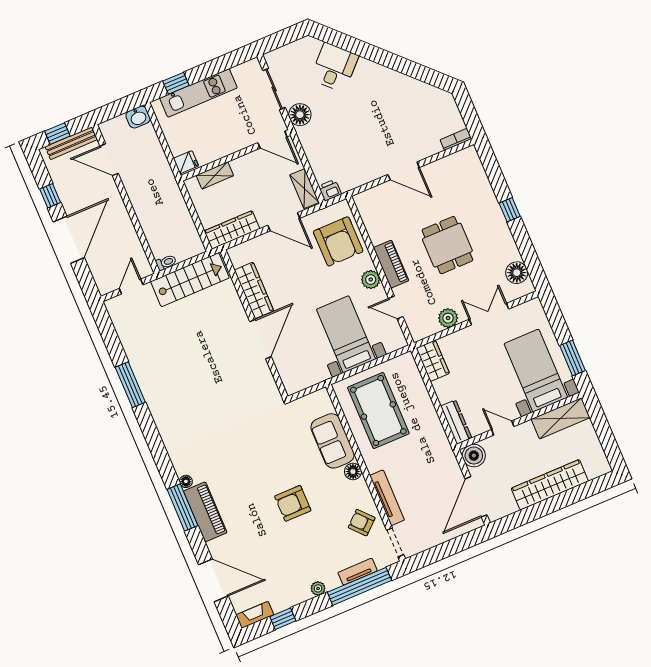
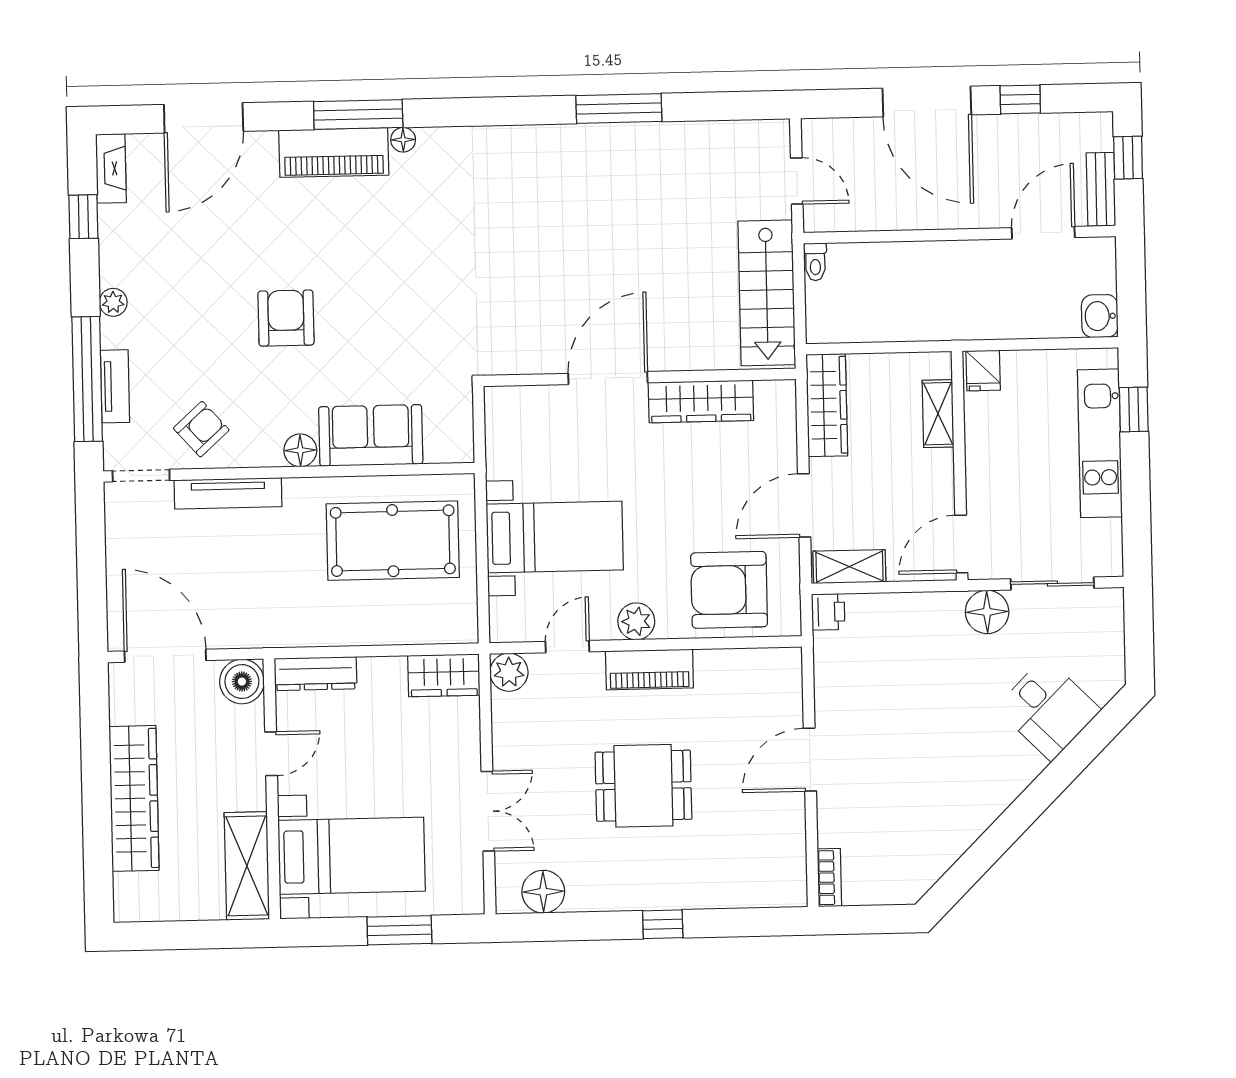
bench: (71, 143) -> (1101, 189), width x0.73
plant: (448, 318) -> (509, 672), moved
door: (260, 339) -> (608, 378), swing flipped
window: (573, 358) -> (399, 930), moved

